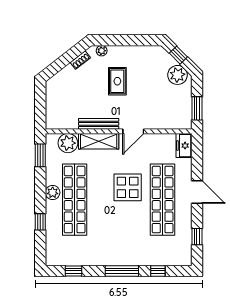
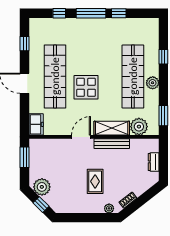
dresser: (51, 103) -> (154, 162), added
window: (74, 271) -> (119, 13), moved

